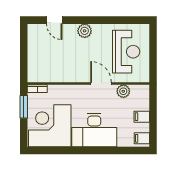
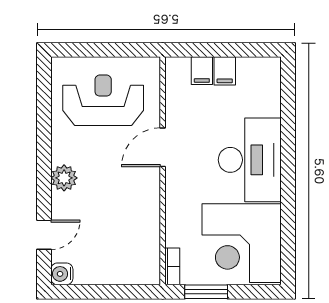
water cooler: (33, 30) -> (62, 274), added
plant: (123, 91) -> (177, 106), removed
filing cabinet: (142, 138) -> (202, 71), moved

